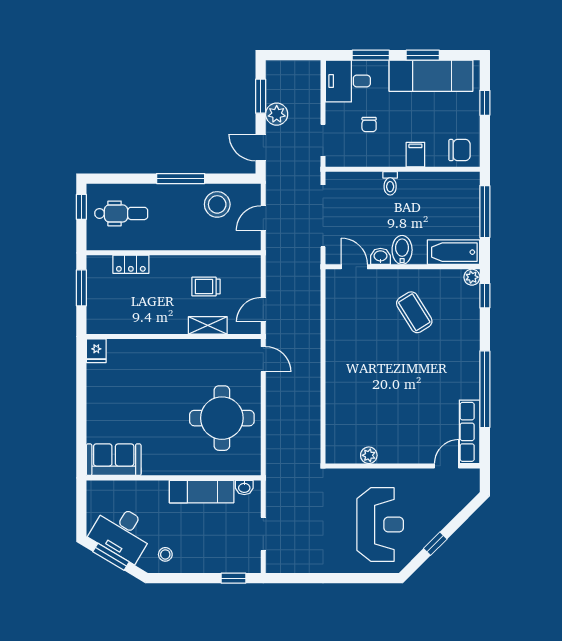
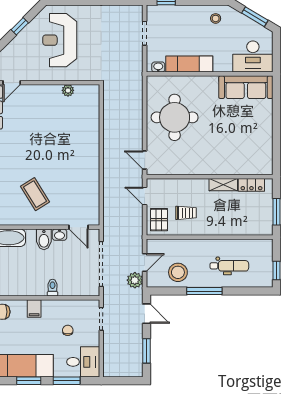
plant: (277, 114) -> (135, 280), moved
dental chair: (121, 213) -> (229, 266), moved, turned 180
locker: (131, 264) -> (251, 185), moved, turned 180
pallet: (243, 277) -> (159, 220), added
door: (263, 310) -> (145, 196), swing flipped
shelving: (208, 325) -> (223, 185), moved
fridge: (96, 351) -> (266, 166), removed
sofa: (114, 460) -> (246, 87), width x1.36
desk: (122, 532) -> (253, 57), moved, turned 149

